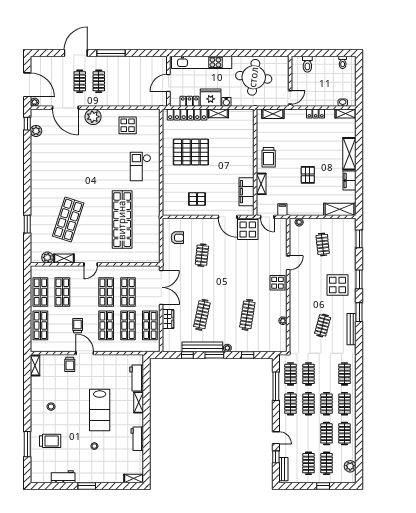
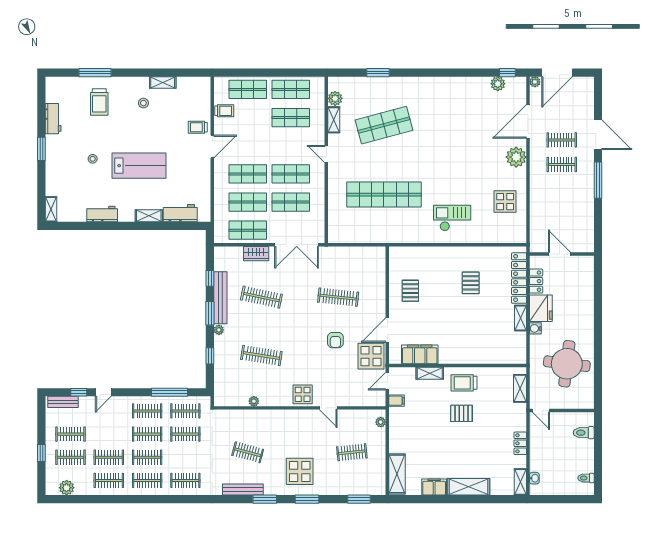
kitchen unit: (202, 62) -> (586, 297), removed
pallet: (191, 152) -> (471, 283), width x0.49, depth x0.50
pallet: (308, 175) -> (461, 413), moved
shop shelf: (68, 220) -> (384, 125), turned -33
armchair: (177, 238) -> (335, 340), moved
clothes rail: (202, 255) -> (338, 297), width x1.36
trolley: (78, 326) -> (224, 111), moved
shelving: (35, 366) -> (163, 82), moved
lab bench: (100, 410) -> (139, 166), turned 180

